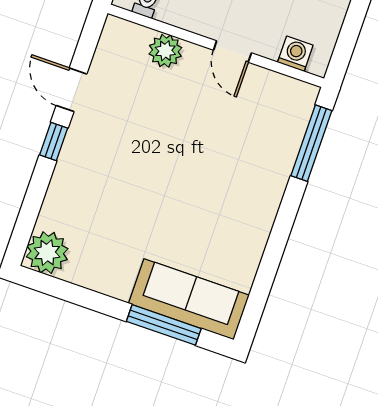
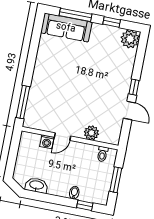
door: (232, 51) -> (63, 137), swing flipped
washing machine: (295, 54) -> (47, 142), moved
window: (84, 297) -> (112, 22), added

